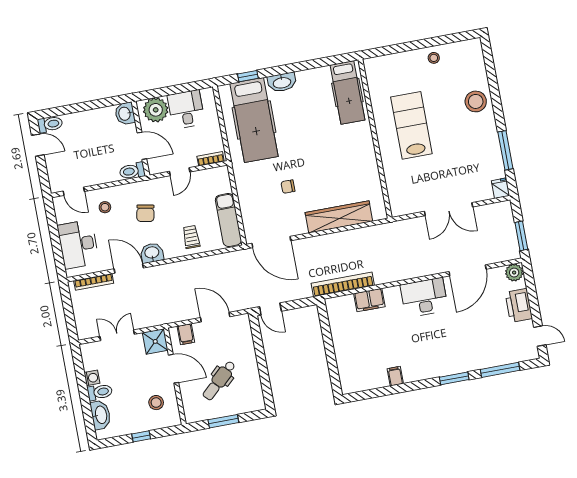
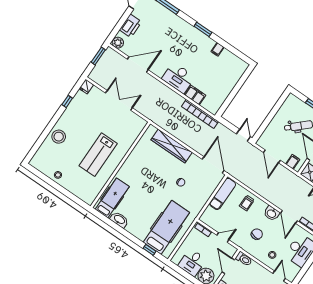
washbasin: (282, 82) -> (119, 220), moved
window: (505, 150) -> (67, 101), width x0.46
desk: (424, 298) -> (178, 78), moved
window: (454, 378) -> (203, 29), moved

